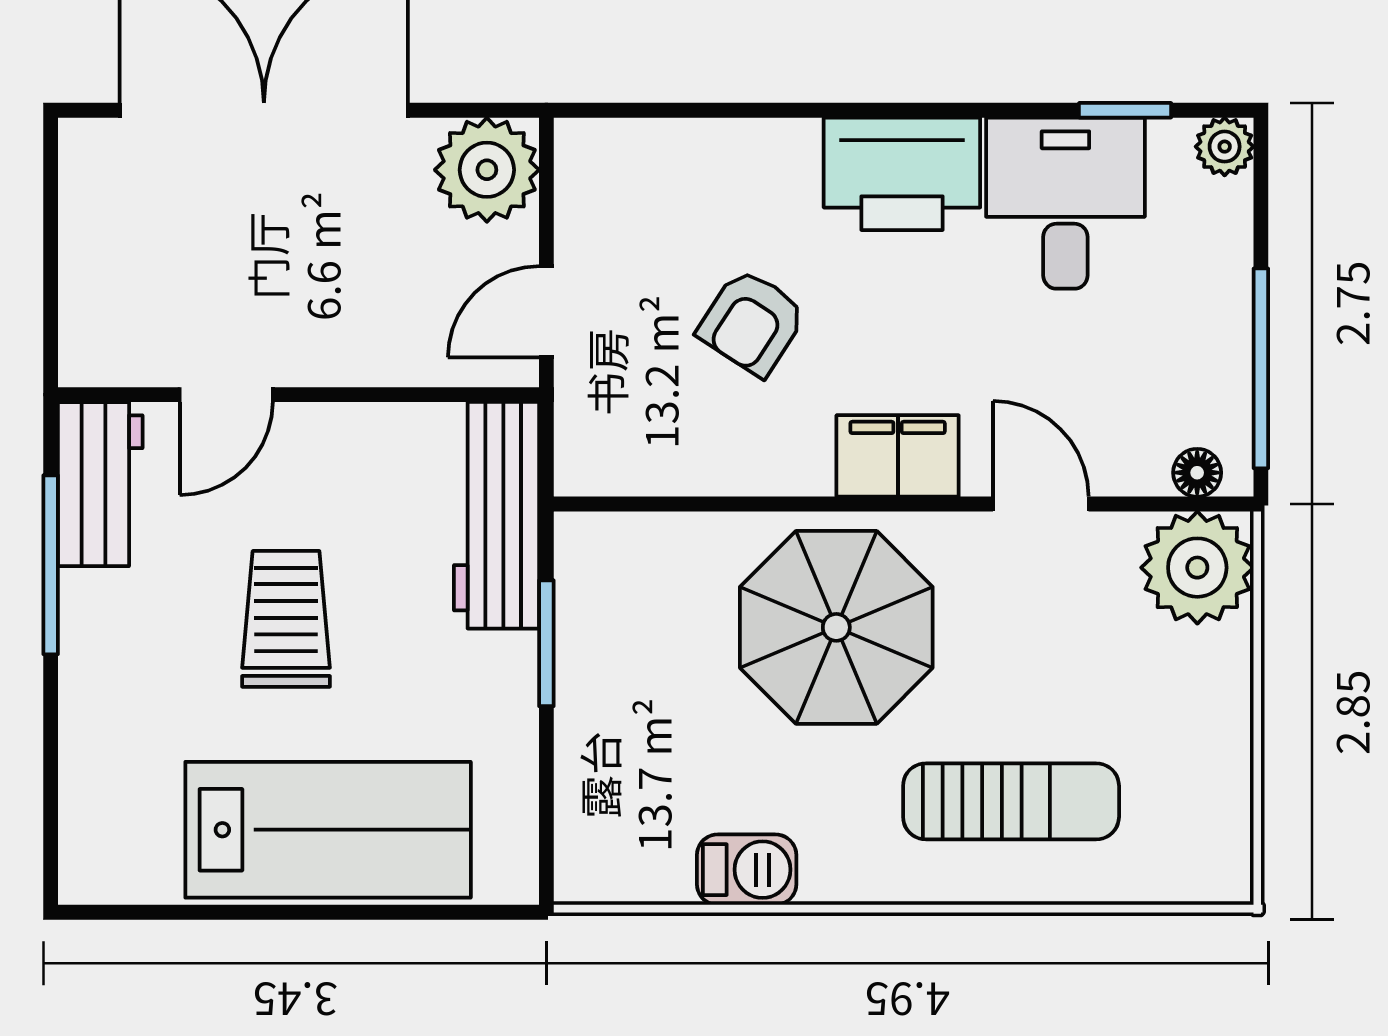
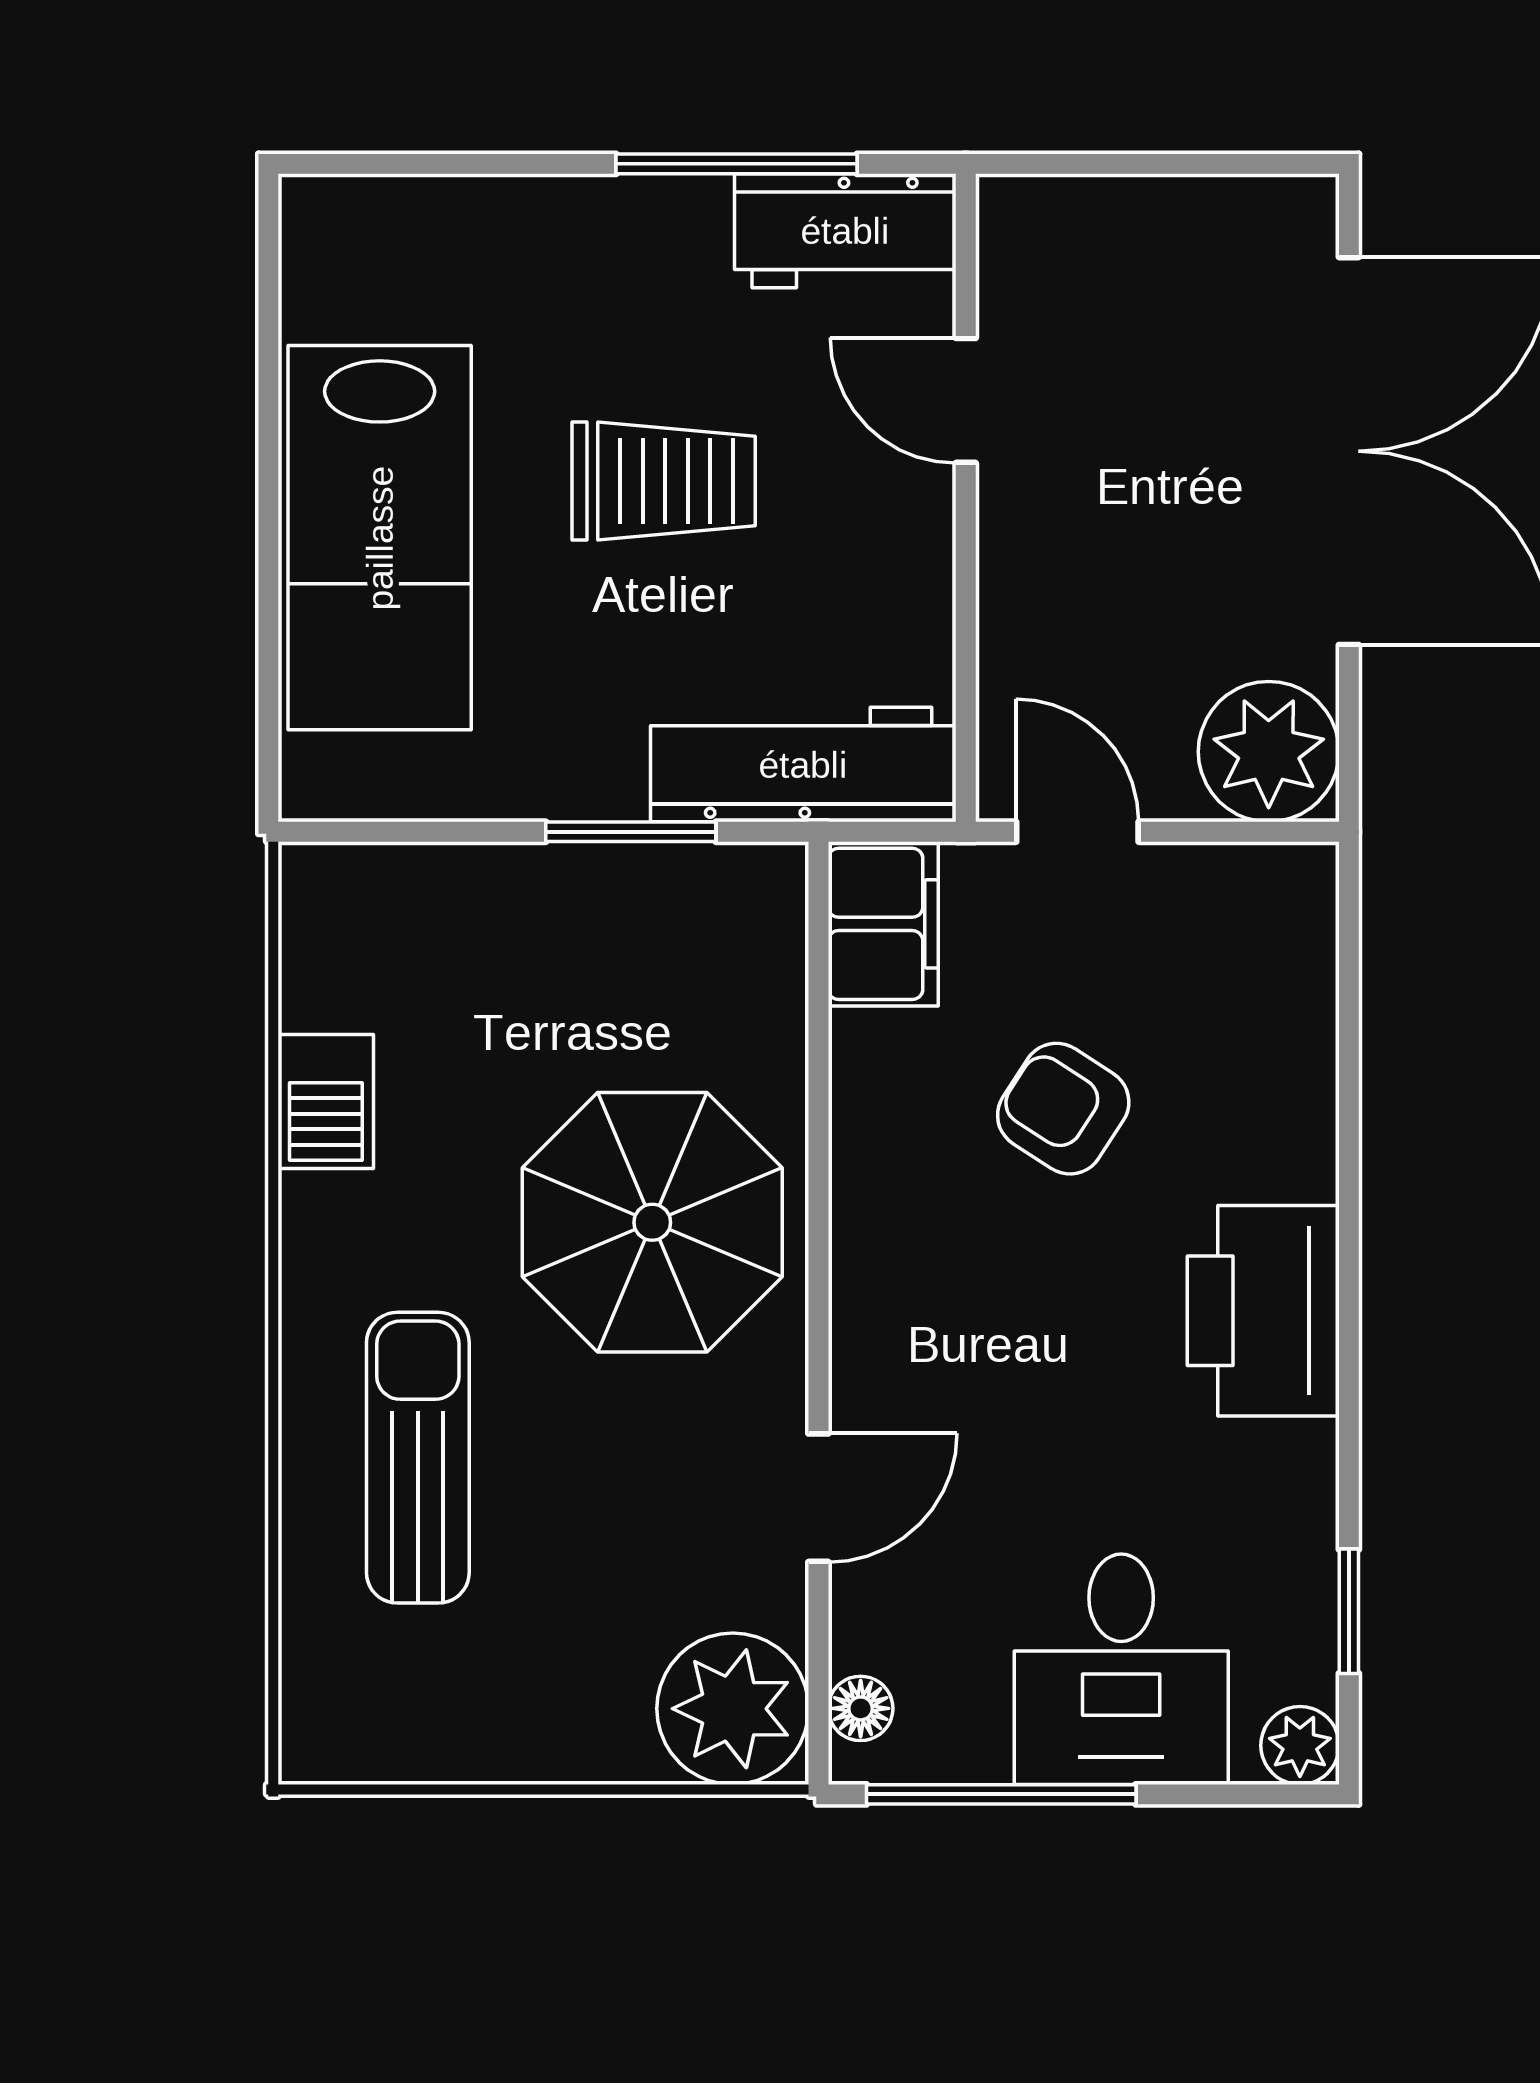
desk: (1065, 203) -> (1121, 1669), moved, turned 90
filing cabinet: (898, 456) -> (883, 924), moved
sun lounger: (1011, 801) -> (418, 1458), turned 180

